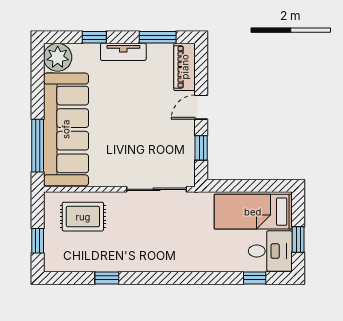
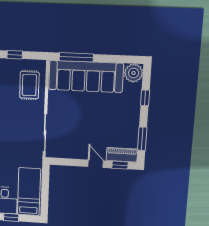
tv unit: (123, 52) -> (134, 116), removed
window: (201, 148) -> (120, 165), moved

